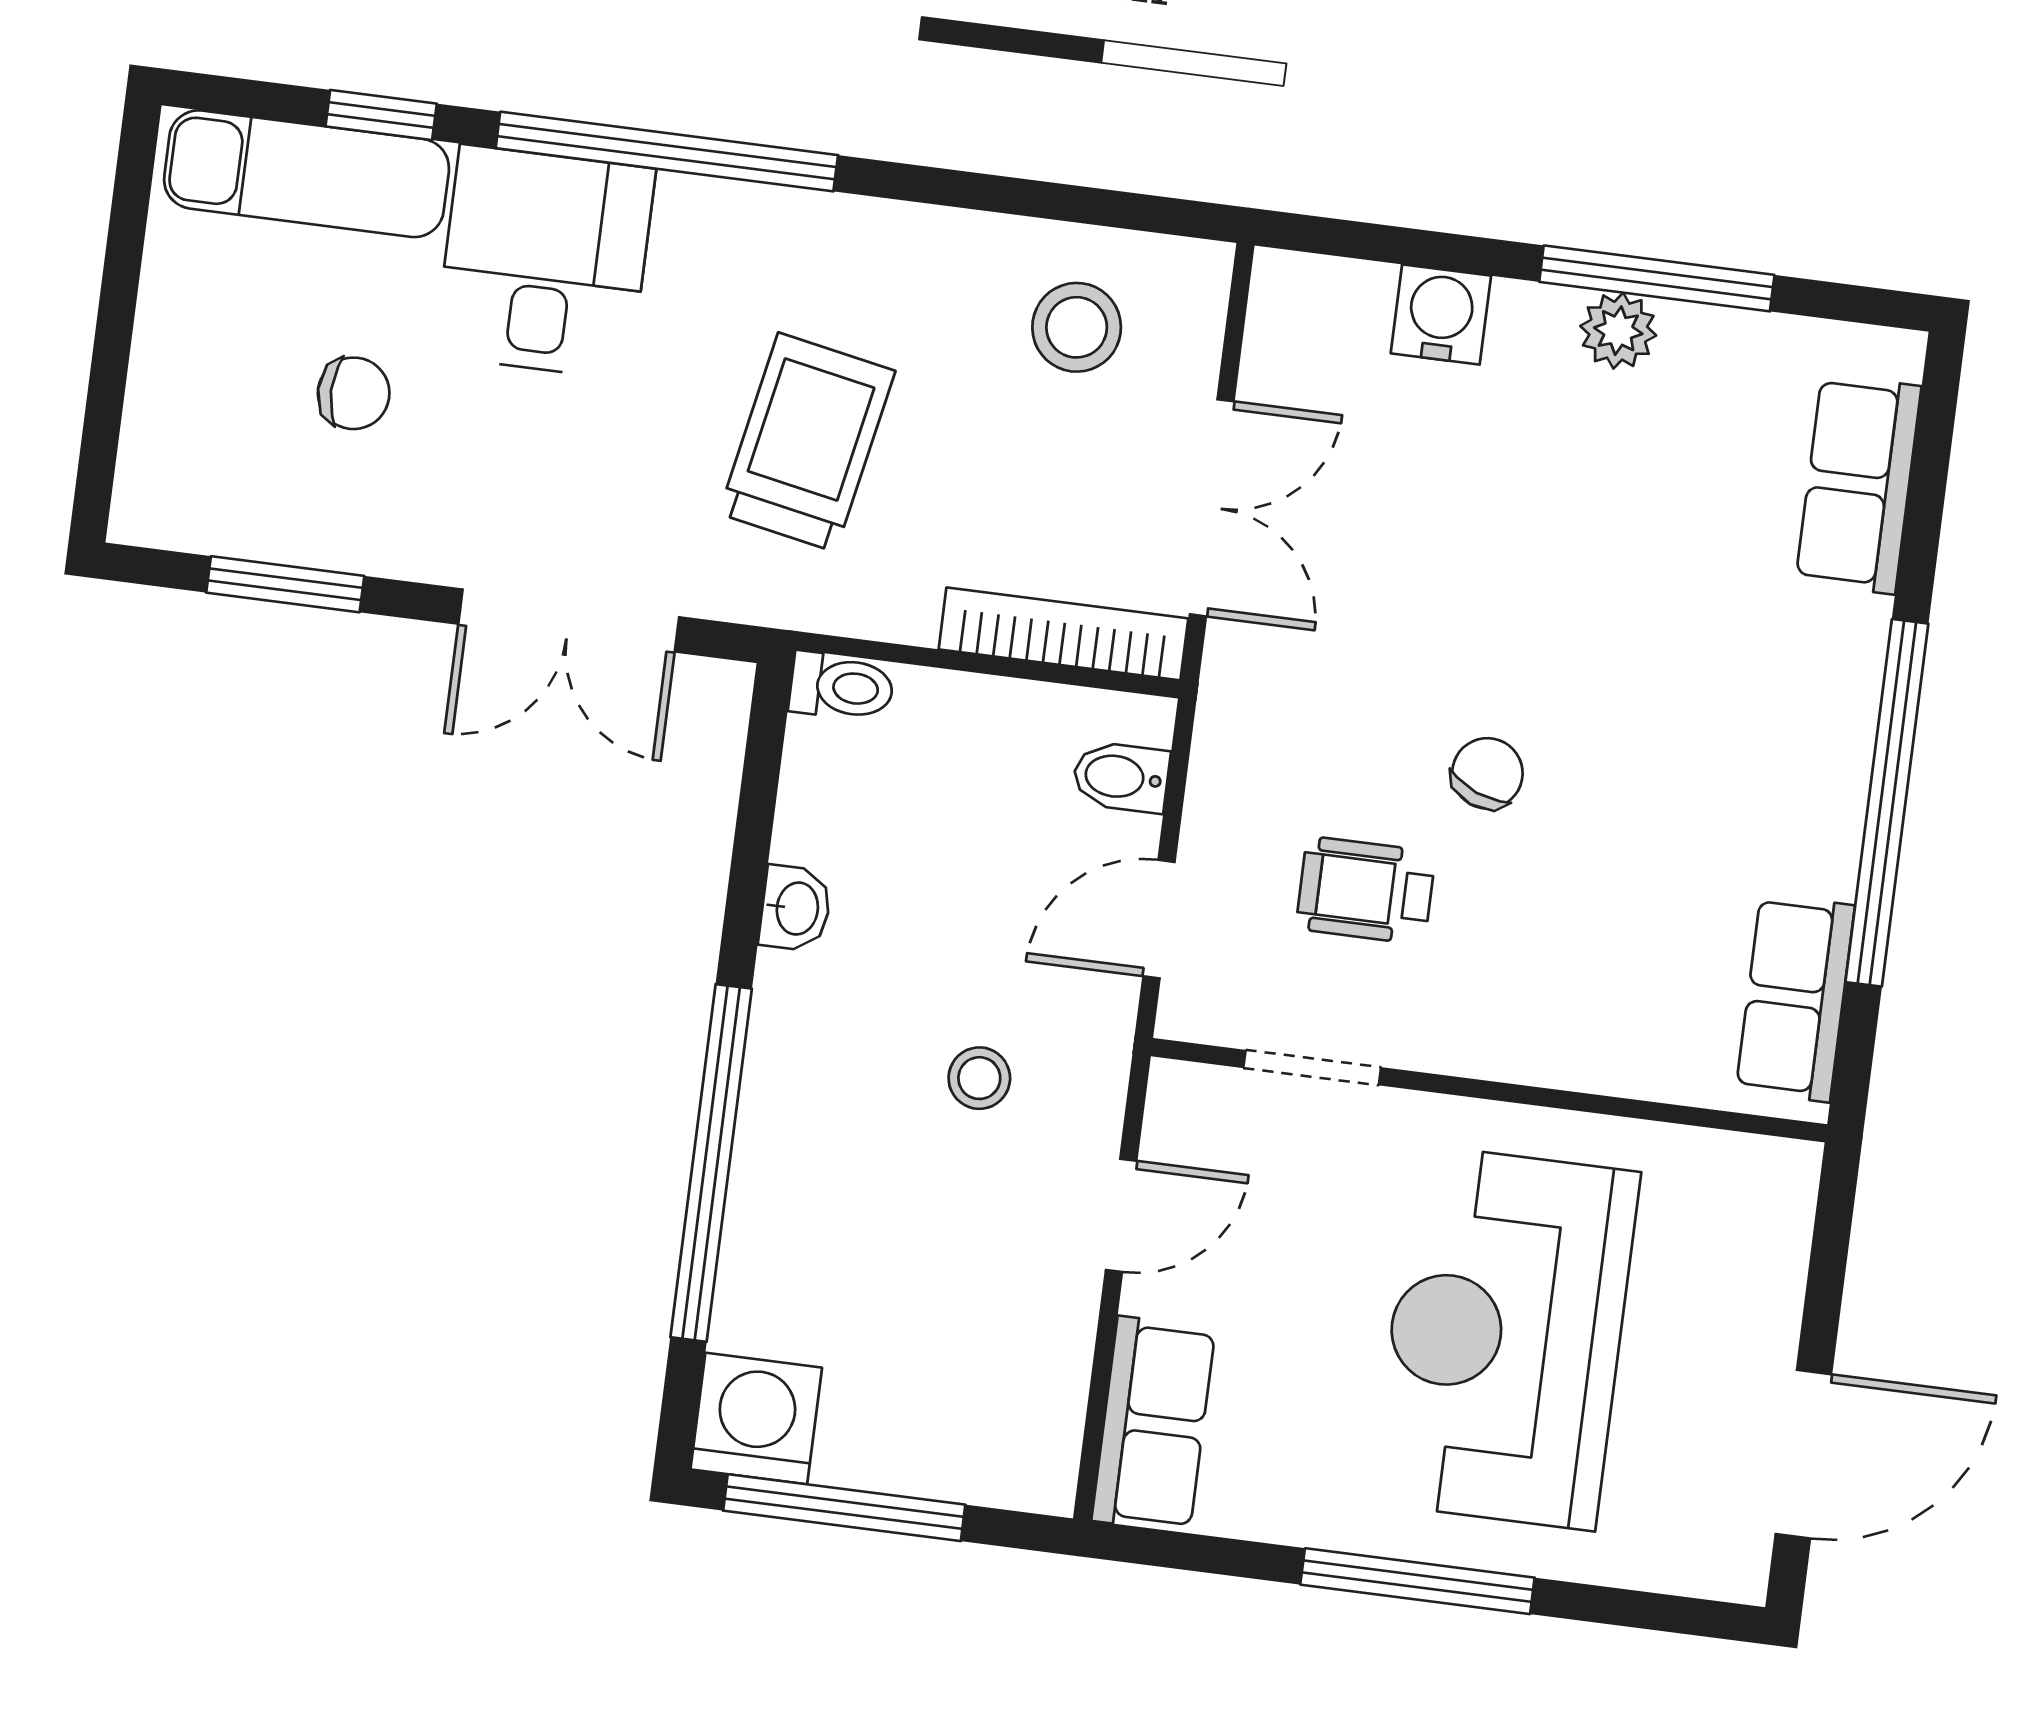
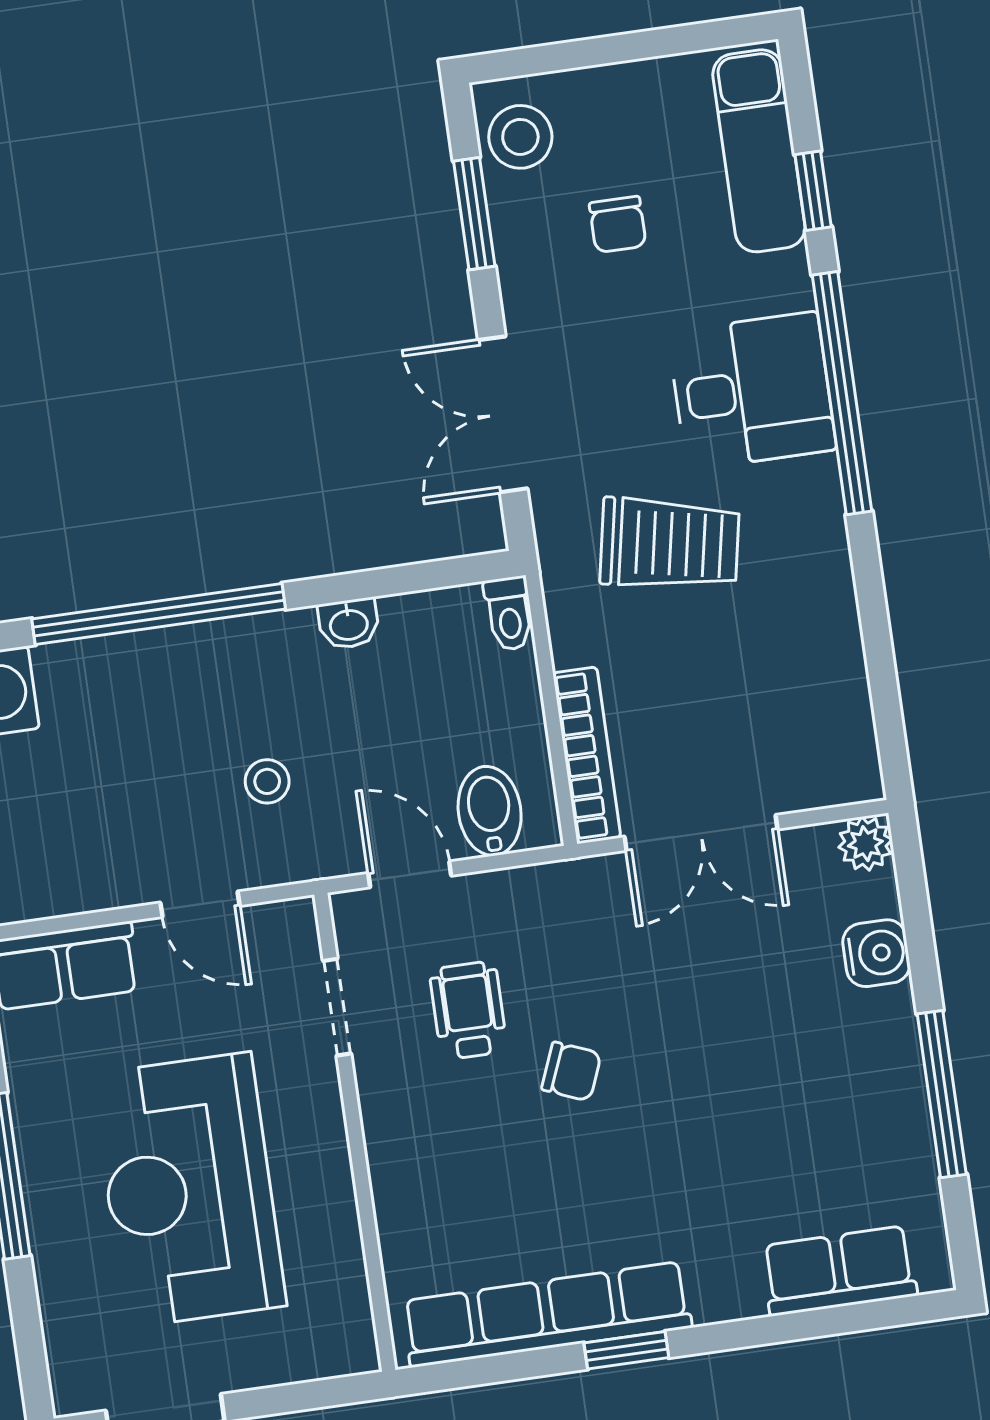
desk: (544, 262) -> (752, 391), moved
stool: (1077, 327) -> (520, 137), moved
plant: (1618, 331) -> (865, 844), moved
bidet: (1121, 777) -> (490, 811), width x1.38, depth x1.36
window: (1887, 803) -> (626, 1350), width x0.32
row of seats: (1795, 998) -> (547, 1314), width x2.02
reception desk: (1505, 1337) -> (189, 1190), turned -90

